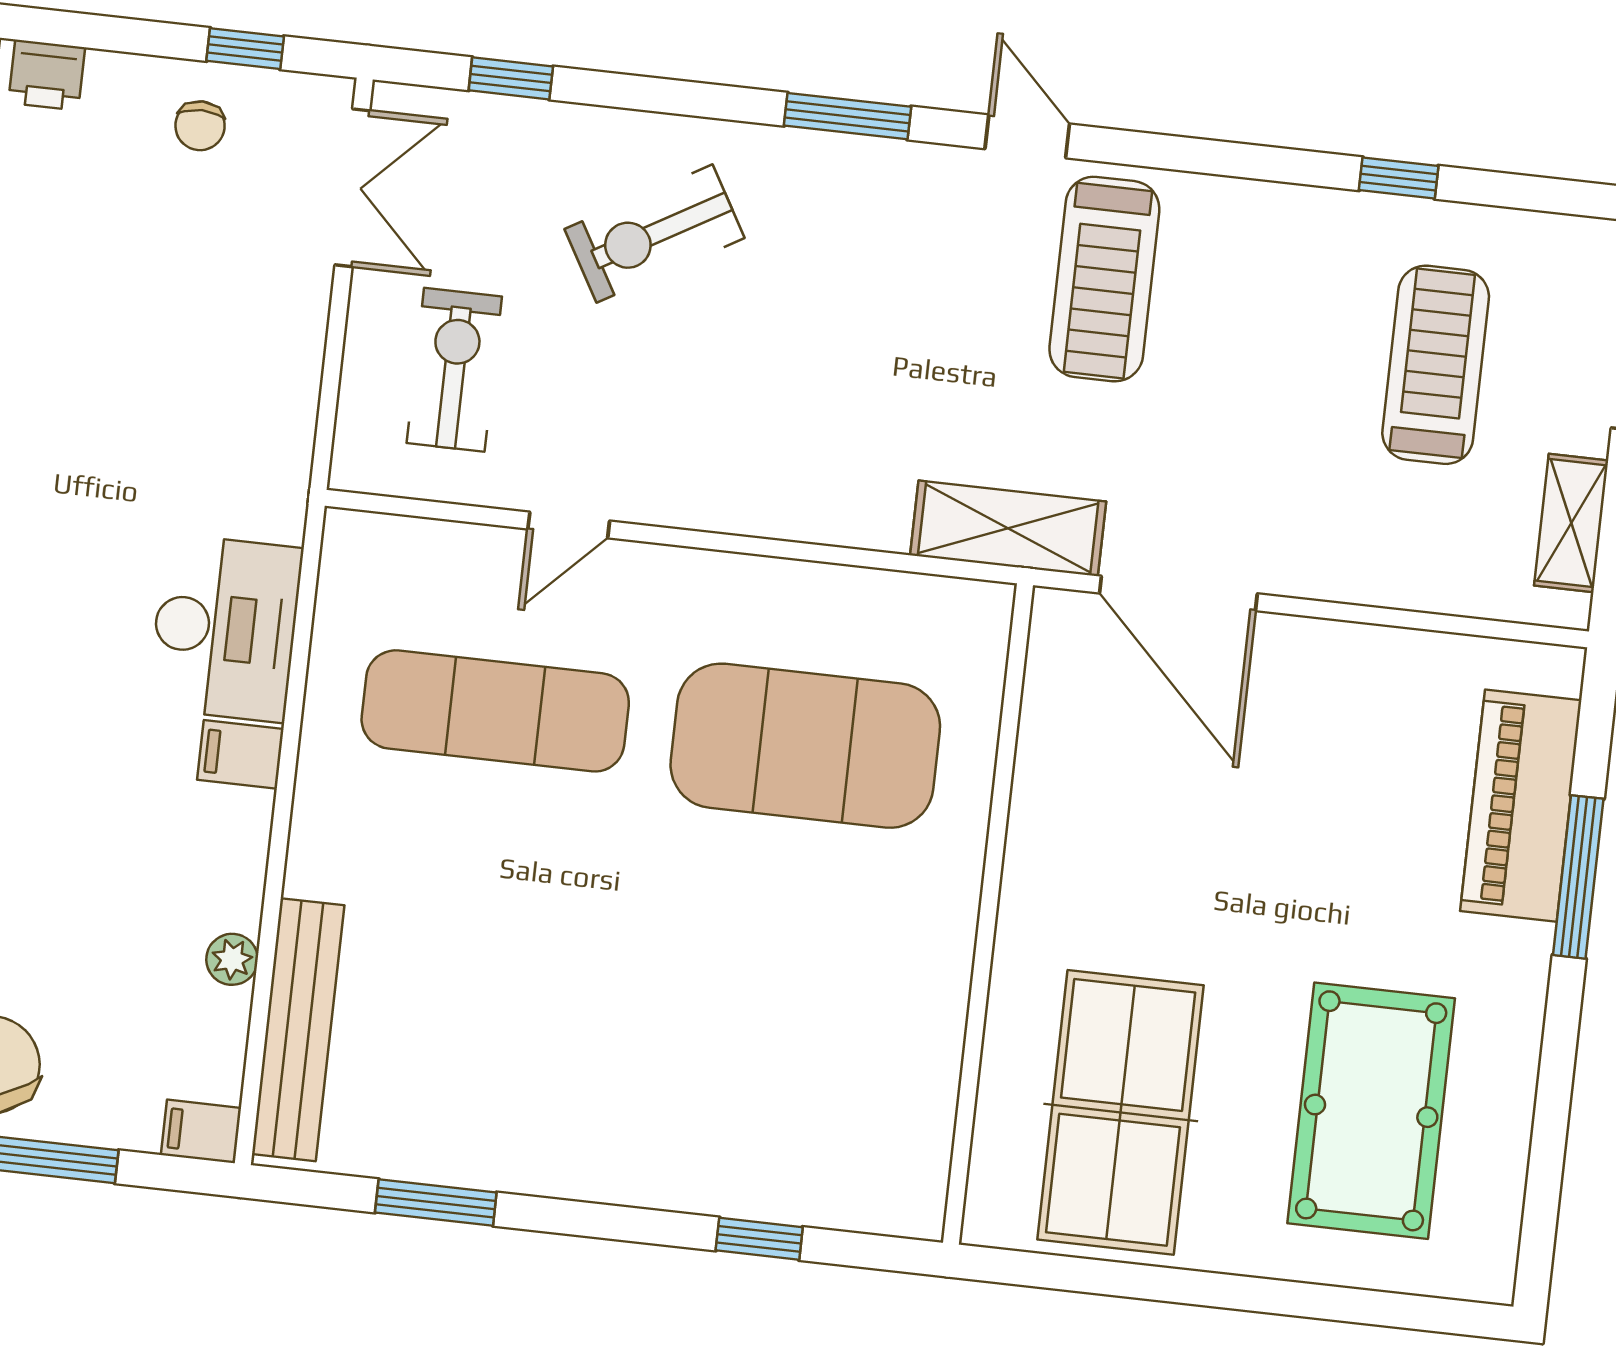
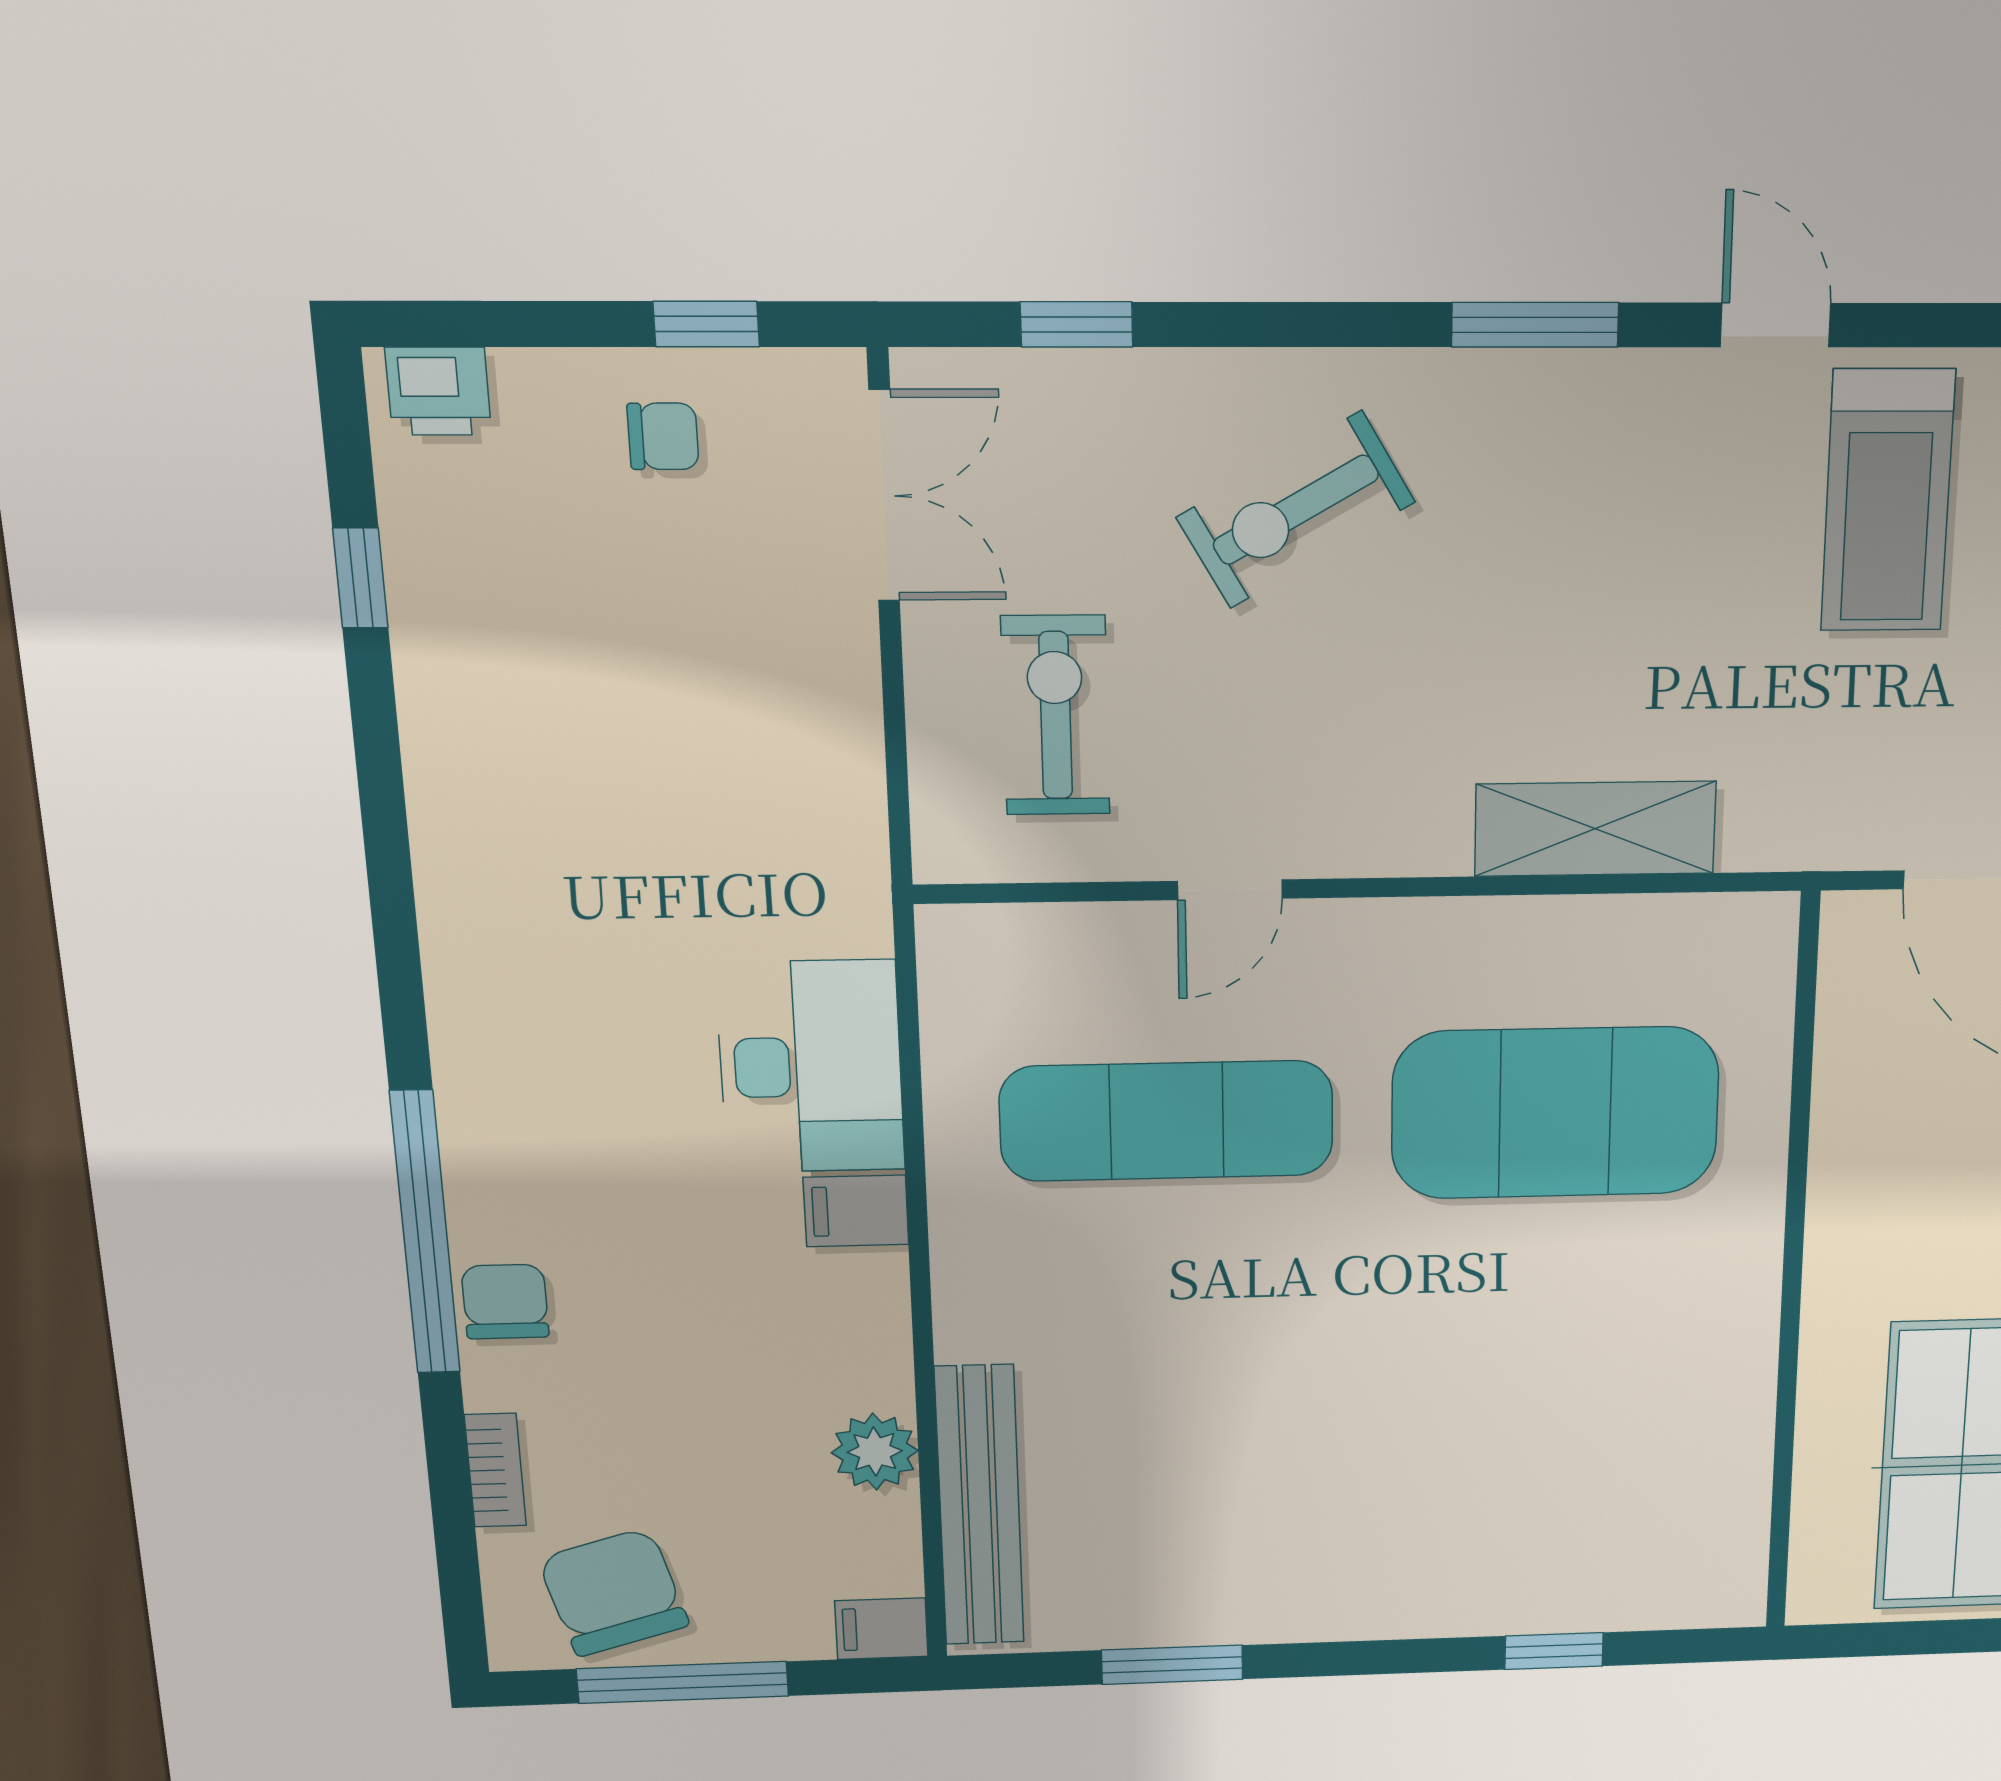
chair: (200, 126) -> (663, 436), turned -90
shelving: (1008, 528) -> (1595, 829), moved
plant: (232, 959) -> (875, 1452), width x1.38, depth x1.38

